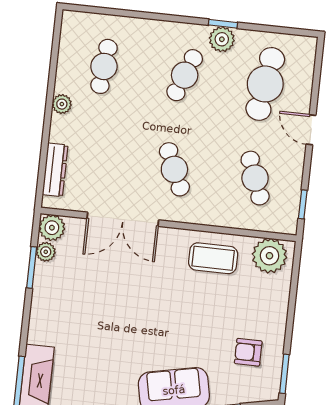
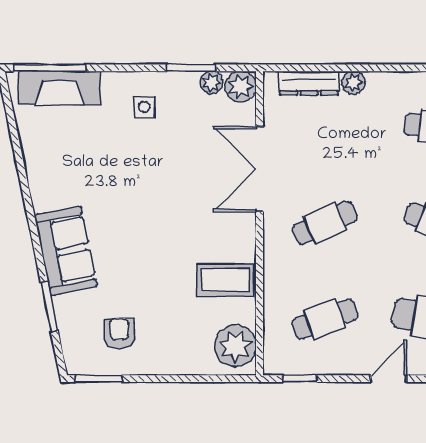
plant: (62, 104) -> (353, 83), moved
coffee table: (213, 258) -> (225, 280), turned 90
side table: (60, 311) -> (144, 107), added

